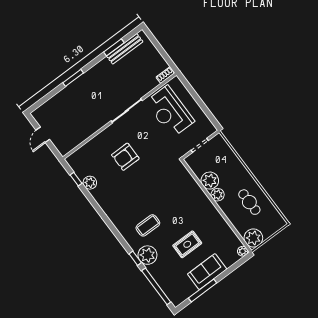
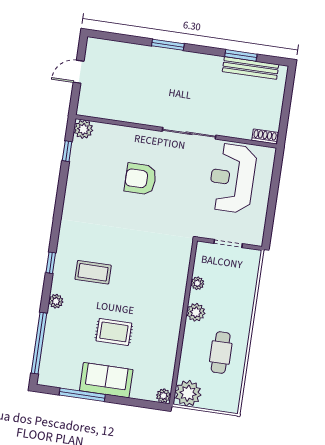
plant: (210, 181) -> (197, 283), width x0.53, depth x0.53
plant: (90, 183) -> (83, 129), moved
plant: (147, 255) -> (56, 301), width x0.53, depth x0.53
window: (135, 258) -> (51, 263), moved

